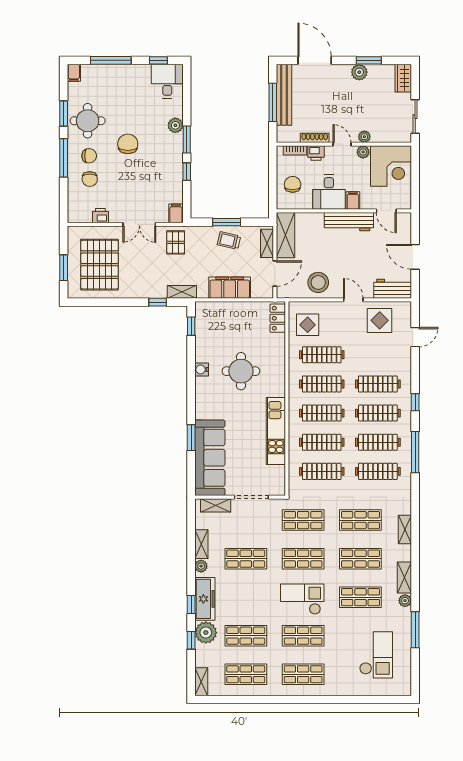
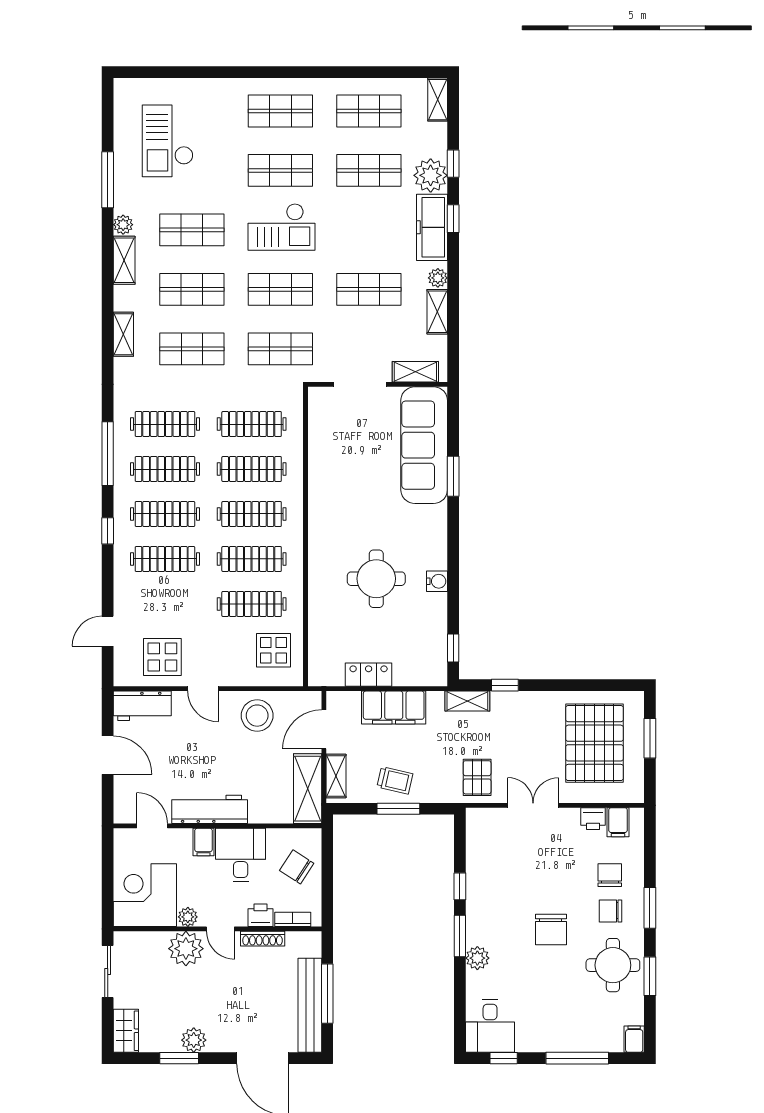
plant: (364, 137) -> (186, 949), width x1.88, depth x1.88
window: (64, 158) -> (650, 908), width x0.69
chair: (293, 184) -> (297, 867), turned 123
filing cabinet: (176, 213) -> (618, 822), moved
locker: (278, 318) -> (369, 675), moved, turned -90
kitchen unit: (276, 431) -> (322, 486), removed

